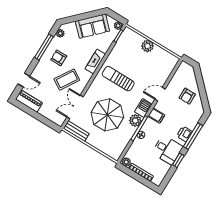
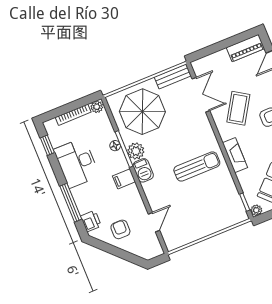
plant: (147, 46) -> (209, 226), removed
door: (160, 94) -> (154, 222), moved
parasol: (107, 115) -> (142, 112), moved
printer: (184, 134) -> (91, 221), moved
desk: (167, 150) -> (77, 163), width x1.37
window: (178, 160) -> (47, 145), moved

